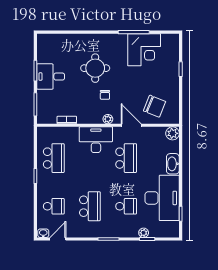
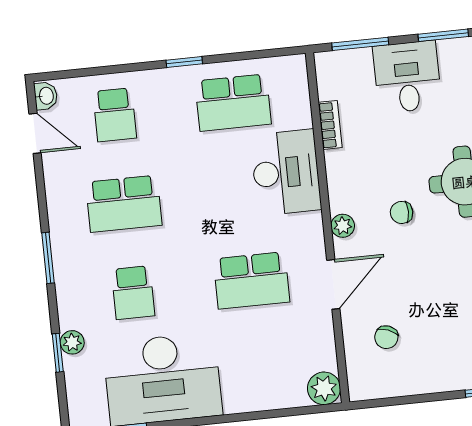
desk: (51, 77) -> (407, 77), moved
chair: (155, 106) -> (386, 337), width x0.54, depth x0.54
desk: (96, 140) -> (286, 172), moved
washbasin: (173, 164) -> (249, 397), removed

